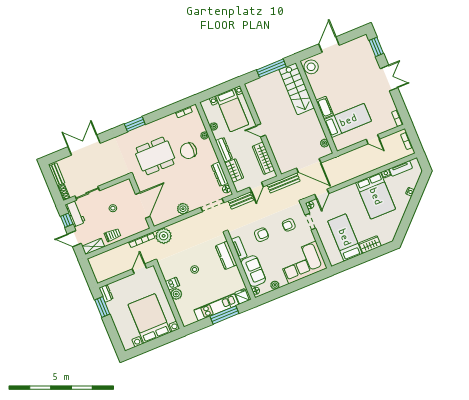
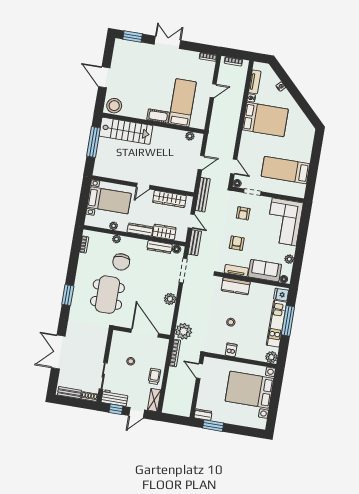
door: (309, 166) -> (201, 163), width x0.53
wardrobe: (370, 244) -> (306, 151), removed
plant: (176, 294) -> (271, 357), moved

